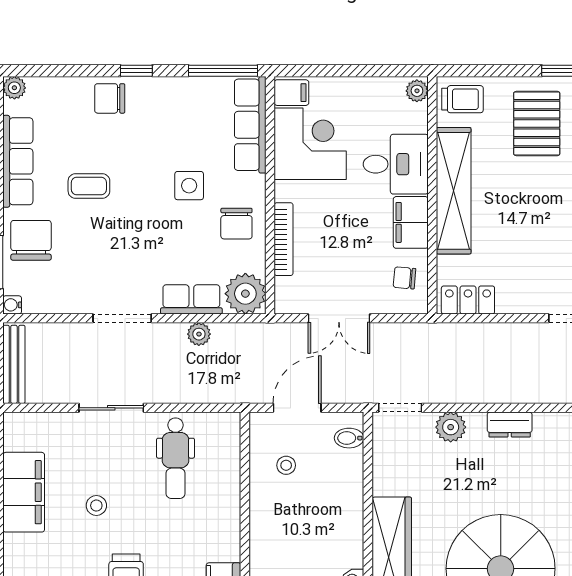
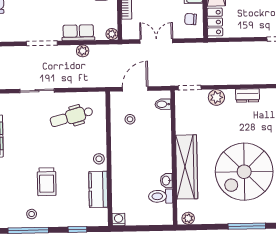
plant: (245, 294) -> (112, 34), width x0.53, depth x0.53
locker: (468, 300) -> (215, 22), moved, turned 90
double door: (339, 318) -> (156, 41), swing flipped
dental chair: (176, 458) -> (72, 117), turned 75
stool: (96, 506) -> (99, 159), moved

